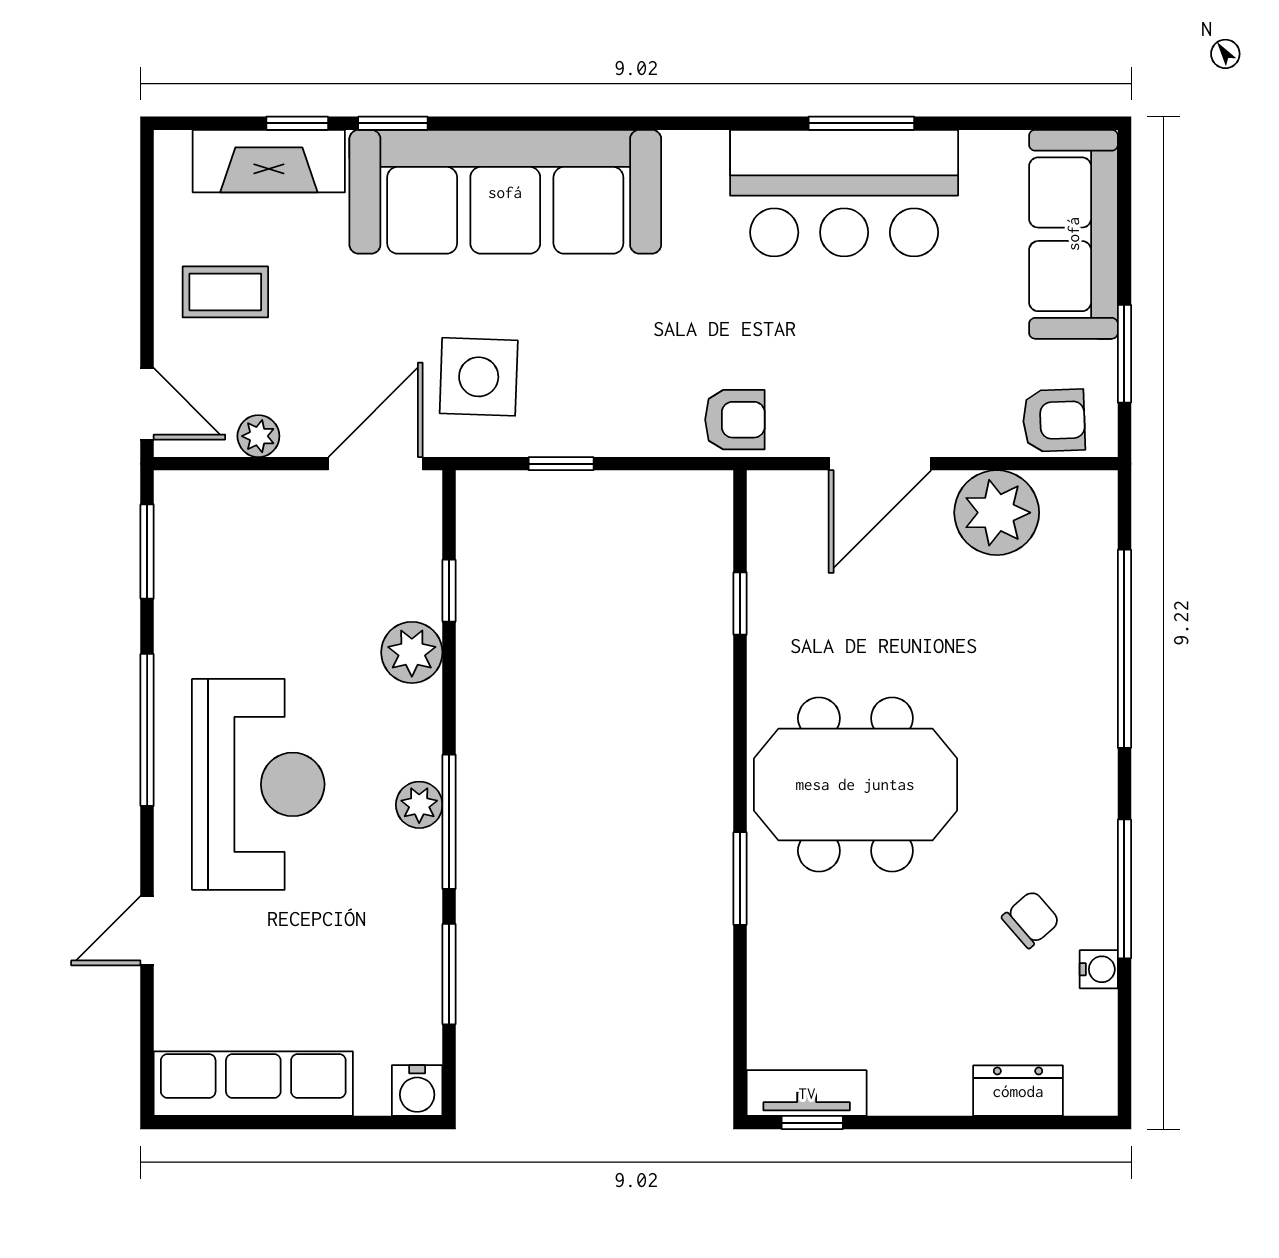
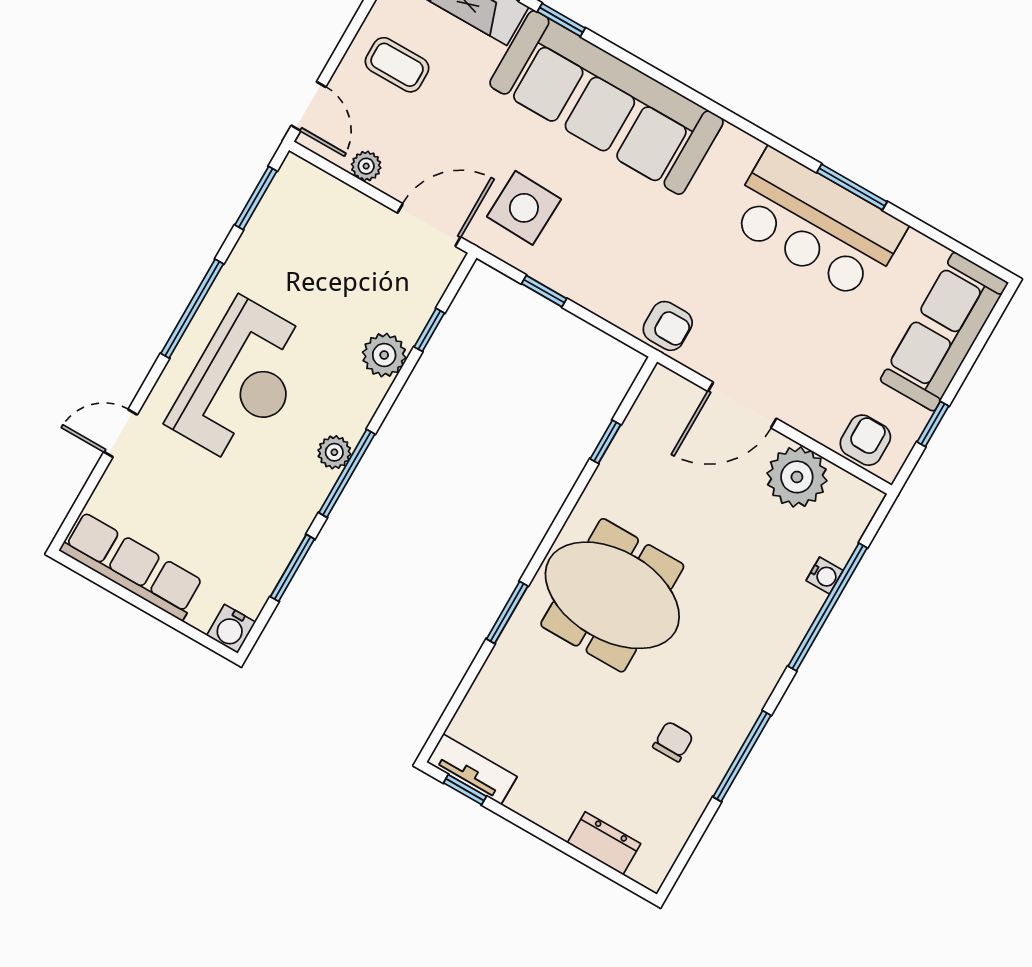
window: (1124, 354) -> (933, 424), width x0.67
armchair: (1054, 420) -> (865, 440), turned -88
chair: (1031, 919) -> (673, 741), turned -49
water cooler: (1099, 969) -> (825, 576), moved

